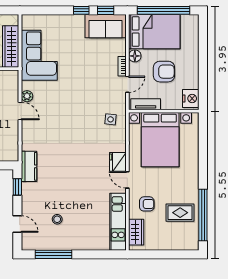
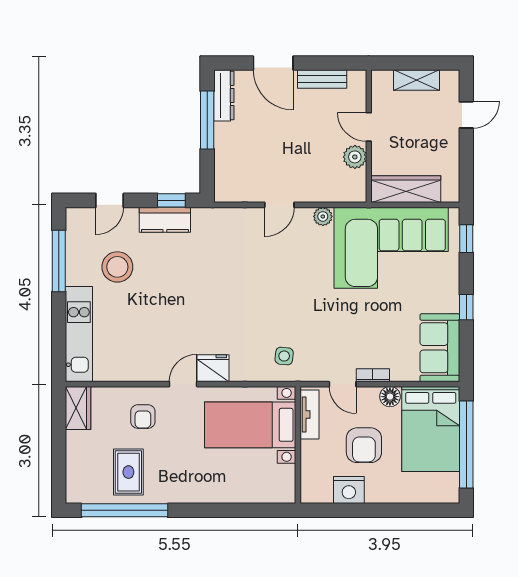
window: (106, 10) -> (466, 239), moved
corner sofa: (39, 55) -> (391, 248), width x1.36, depth x1.36
nightstand: (191, 98) -> (349, 490), moved
door: (20, 111) -> (279, 205), moved
bed with nightstands: (160, 140) -> (250, 425), width x0.73
kitchen counter: (29, 166) -> (165, 220), moved
stool: (57, 219) -> (117, 267), width x1.89, depth x1.89
kitchen unit: (118, 222) -> (79, 334), moved, turned 90
wardrobe: (136, 232) -> (78, 408), moved, turned -90

